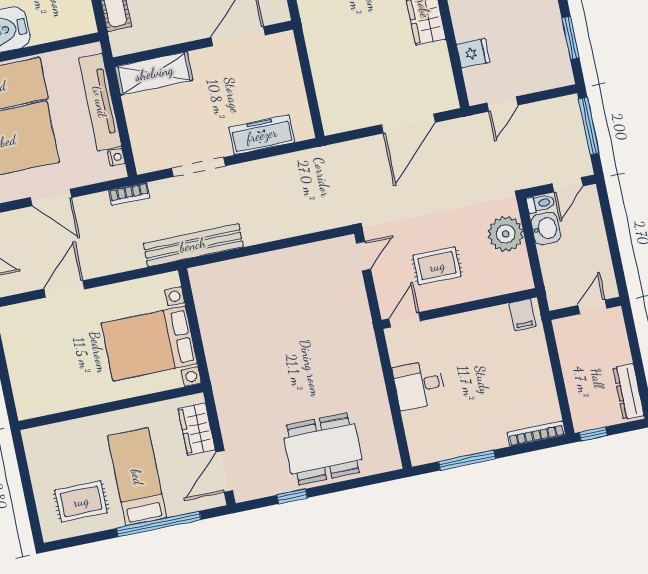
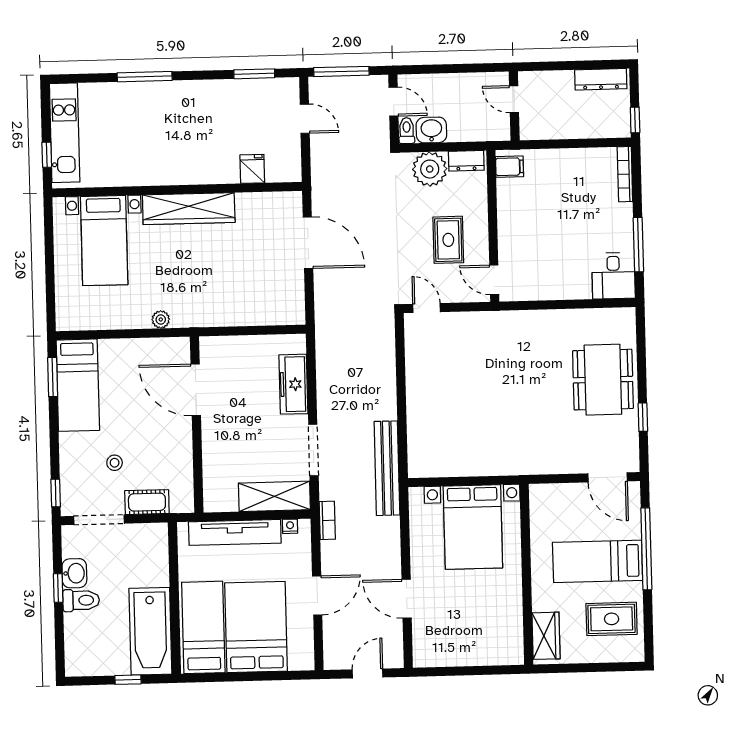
shelving: (154, 73) -> (274, 496), moved, turned 90
door: (502, 104) -> (305, 119), moved
dresser: (521, 270) -> (466, 161), added
desk: (419, 385) -> (613, 276), moved
wardrobe: (197, 429) -> (546, 636), moved, turned -90
rug: (81, 501) -> (612, 619), turned 90

